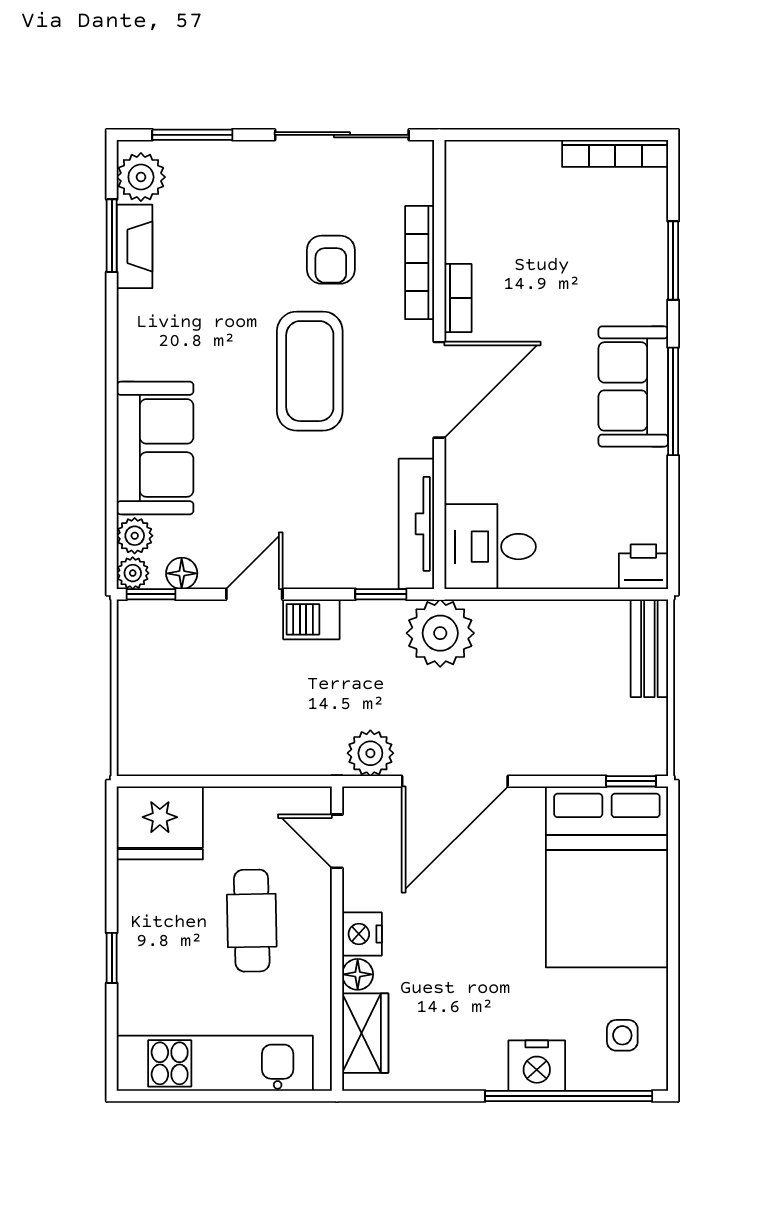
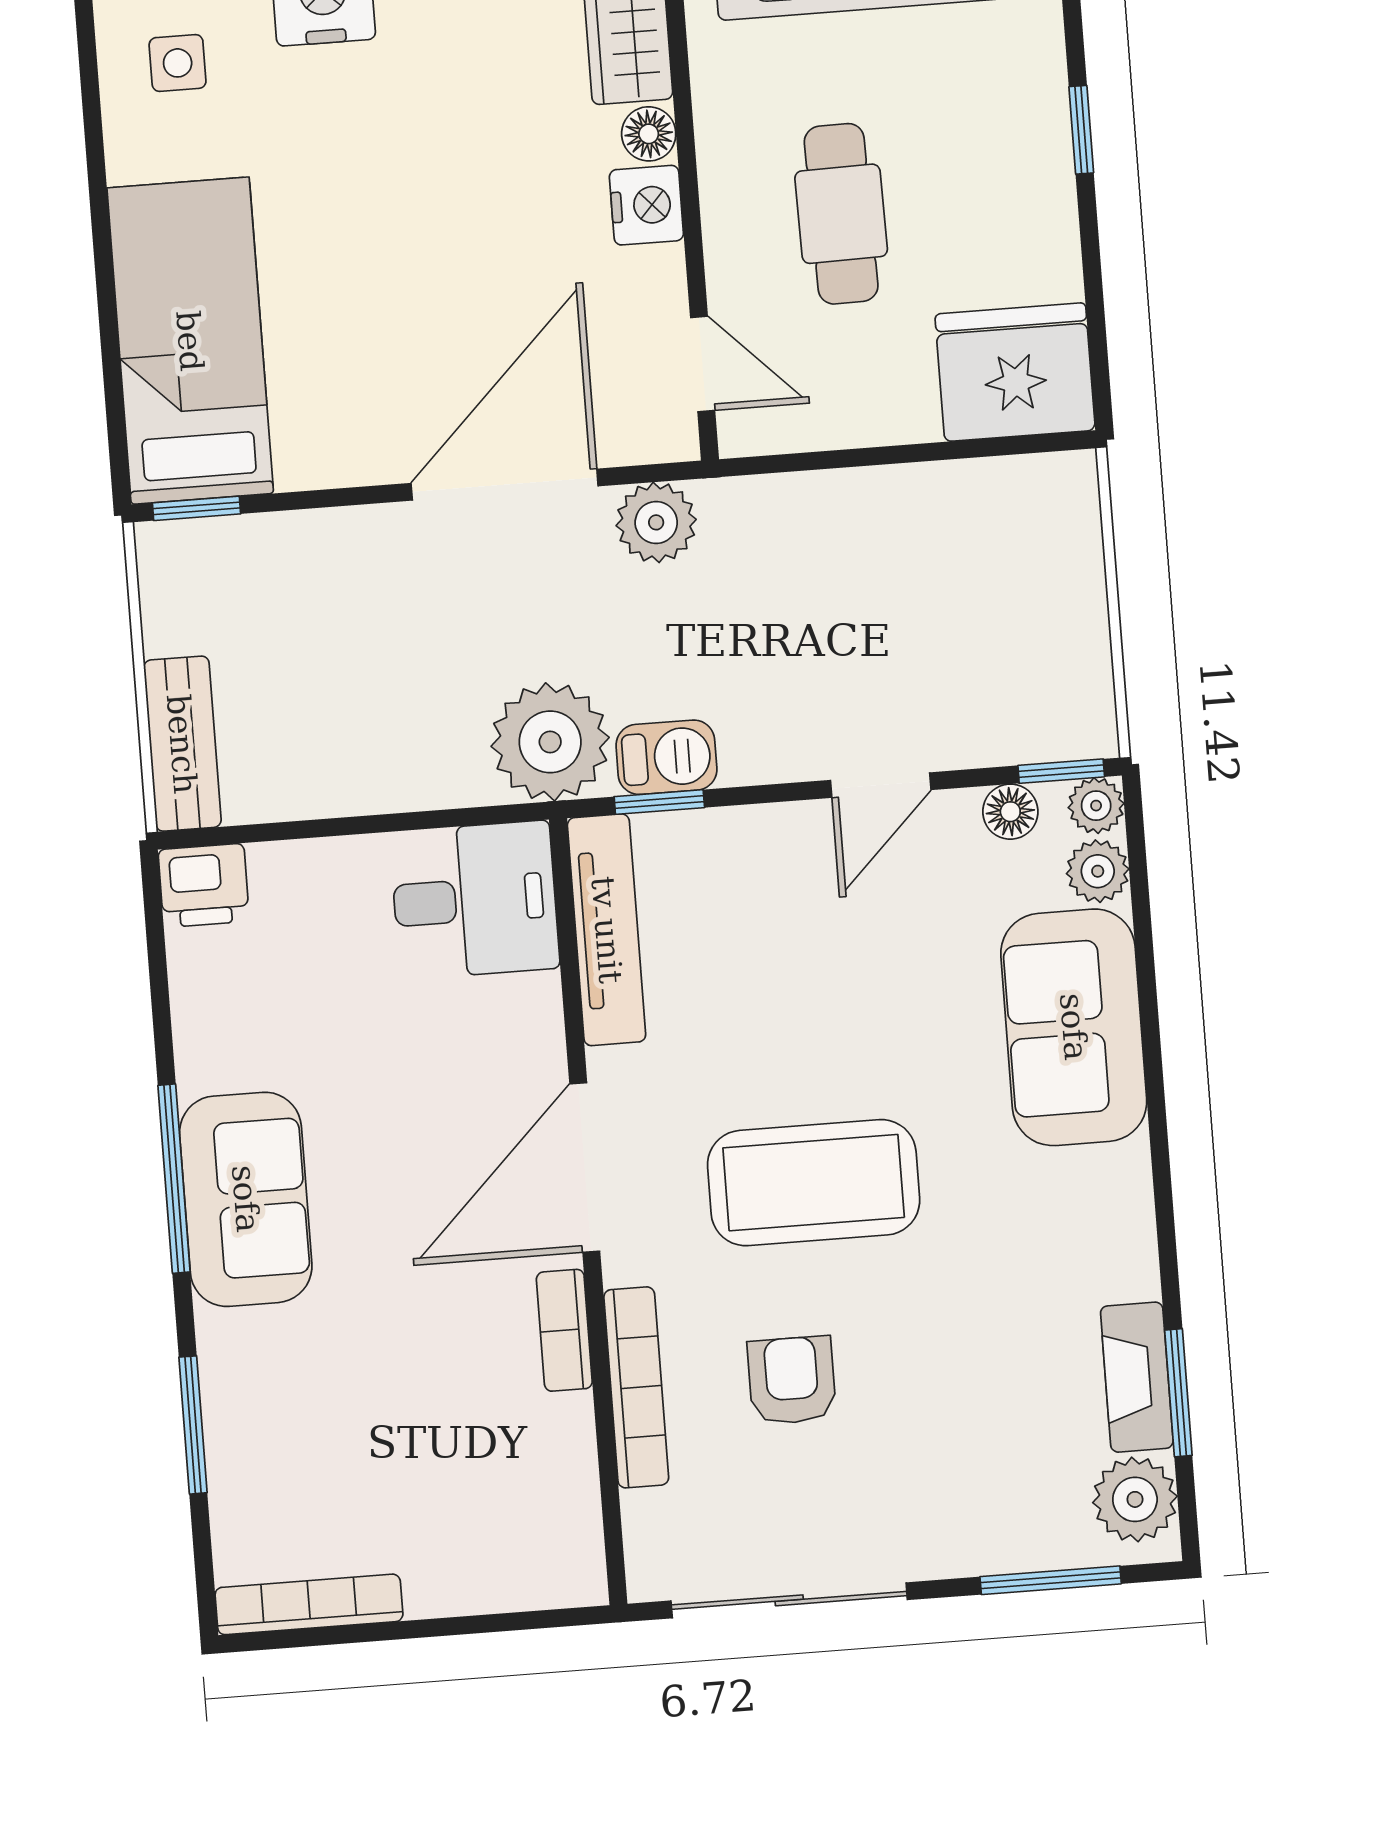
coffee table: (310, 371) -> (814, 1183), turned 90
barbecue: (311, 619) -> (666, 757), moved
bed: (607, 877) -> (190, 341), width x0.67

